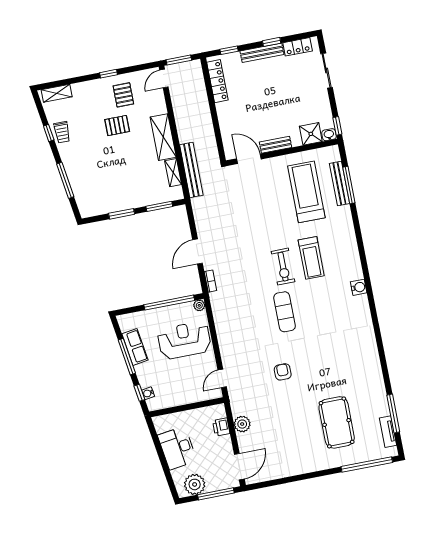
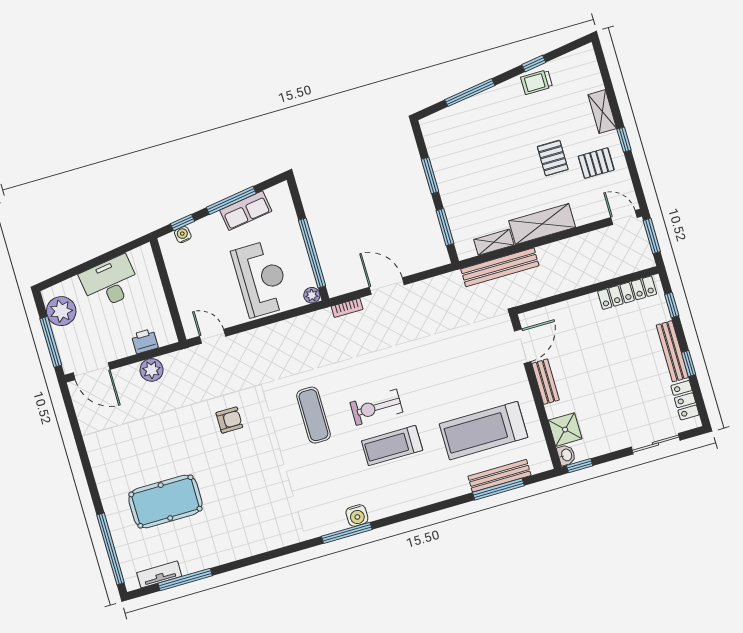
shelving: (57, 93) -> (602, 112), moved
treadmill: (306, 192) -> (484, 431), turned 180
window: (370, 296) -> (347, 533), added
exercise mat: (285, 312) -> (313, 415), turned 90

